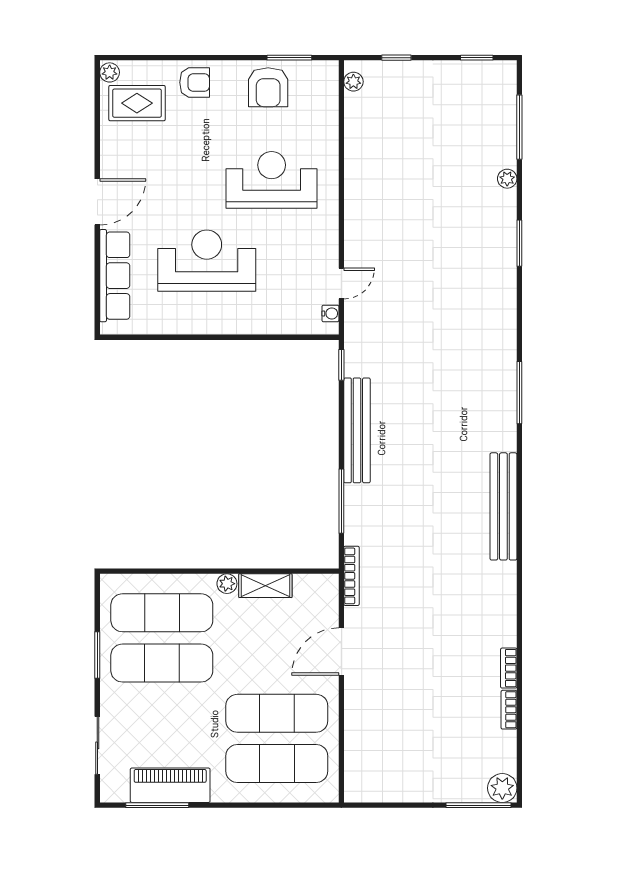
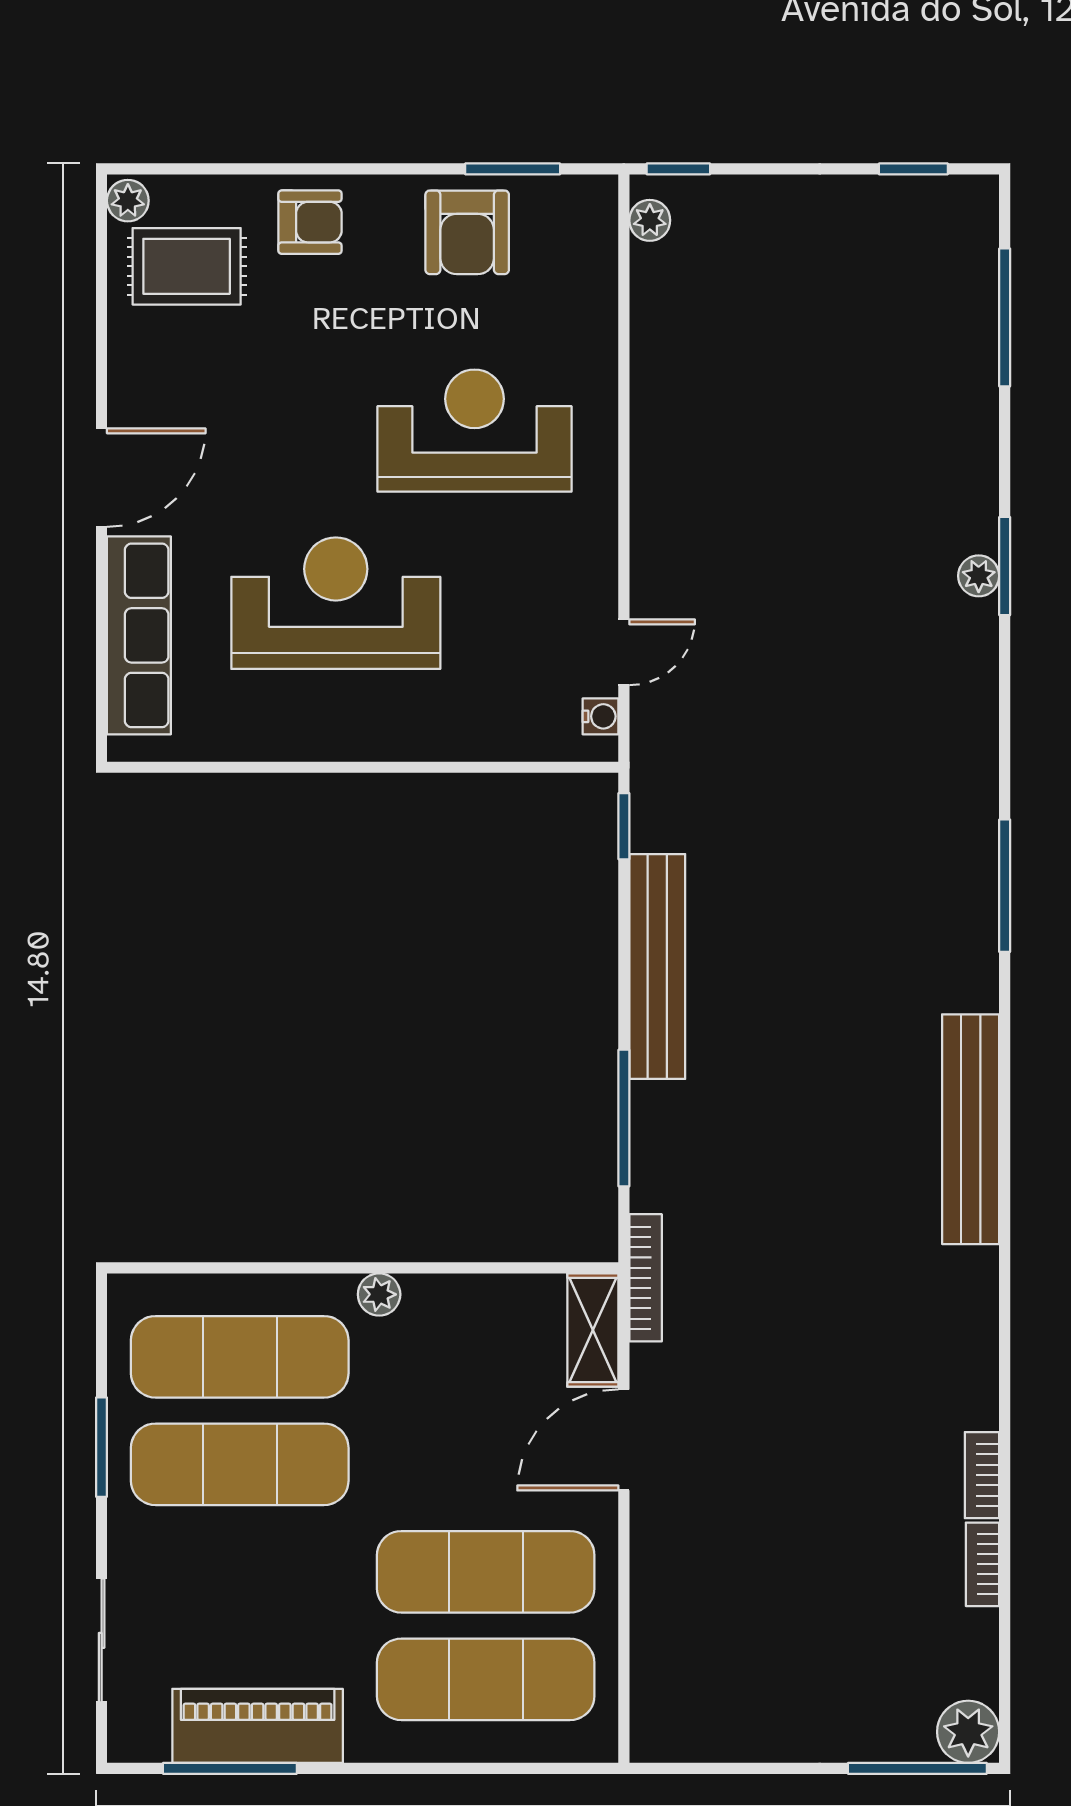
window: (396, 58) -> (678, 169), moved
plant: (507, 179) -> (979, 576), moved
shelving: (265, 586) -> (593, 1330), moved, turned 90

